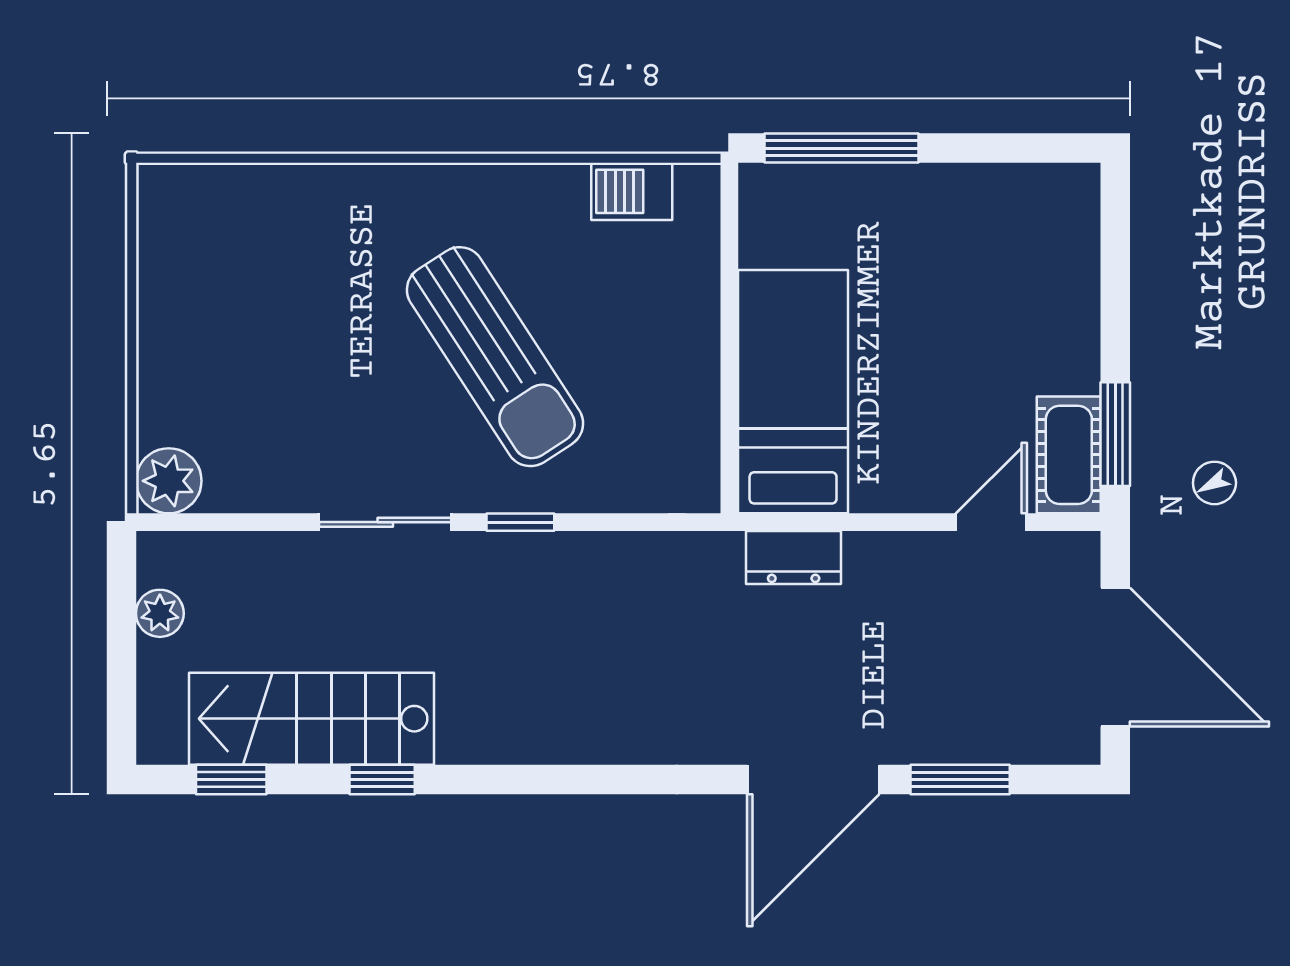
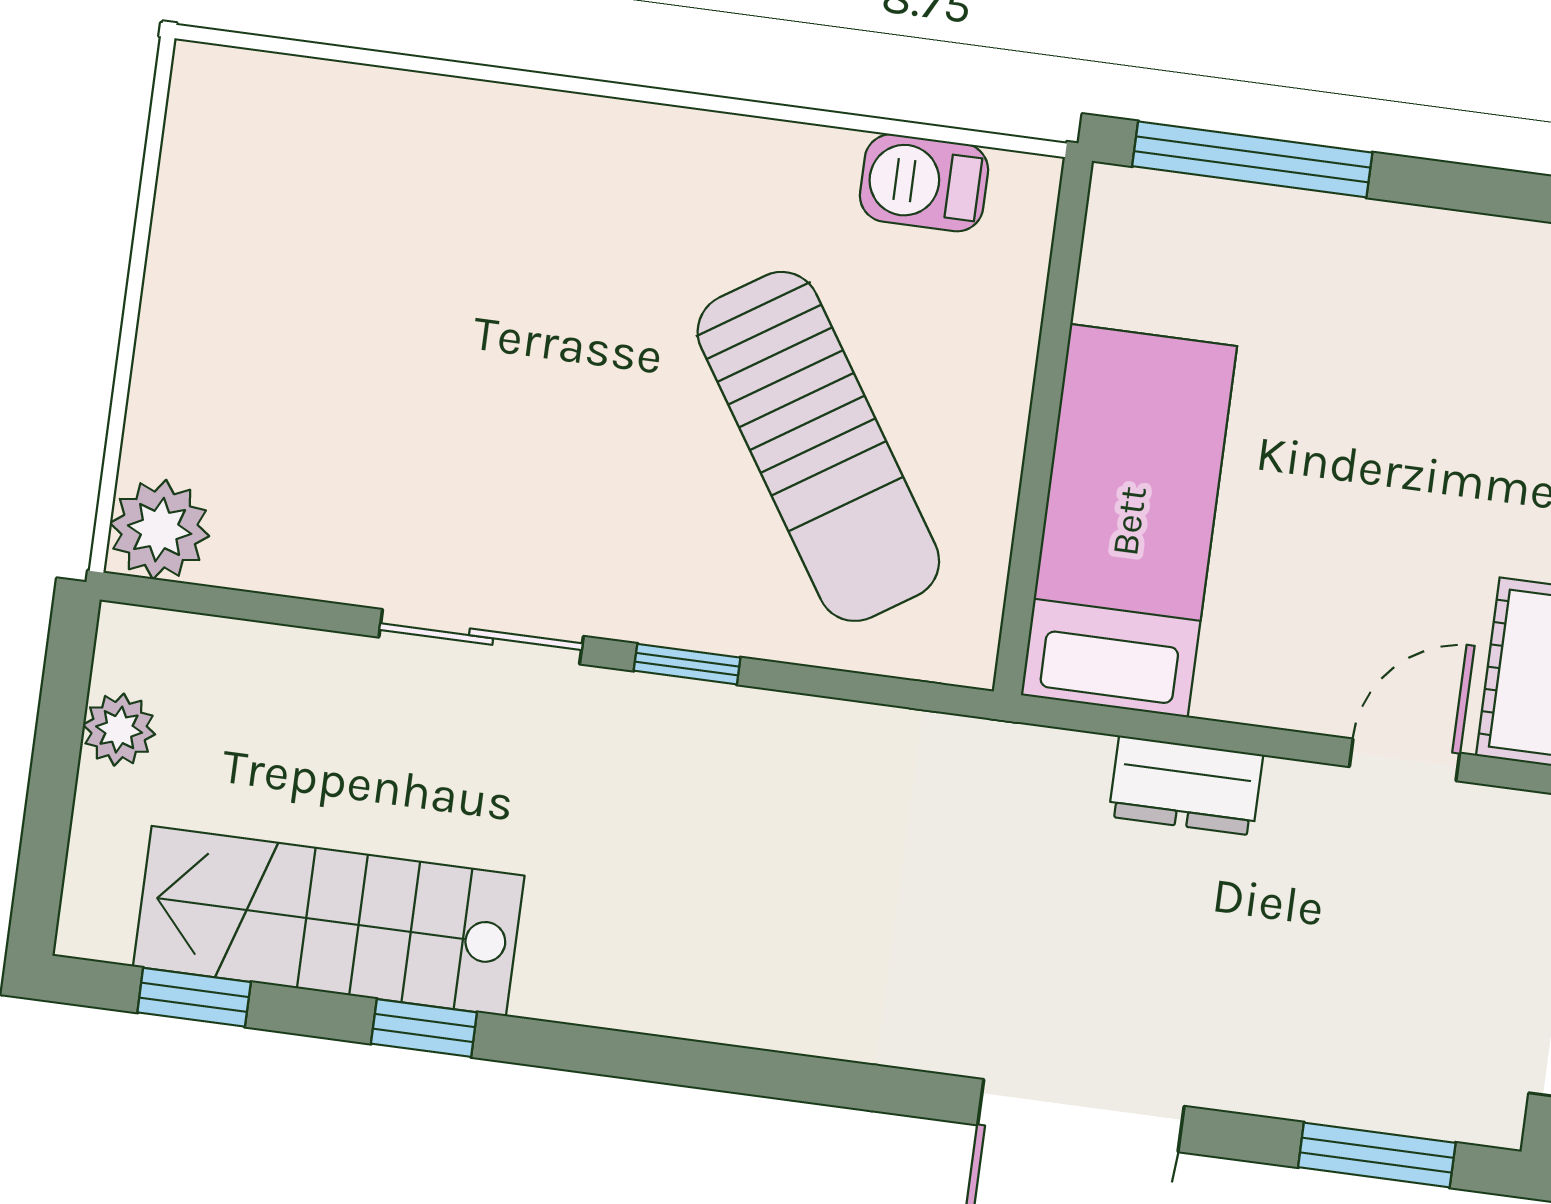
sun lounger: (495, 357) -> (818, 446), moved
dresser: (794, 558) -> (1186, 786), moved
window: (960, 779) -> (1377, 1155), moved

